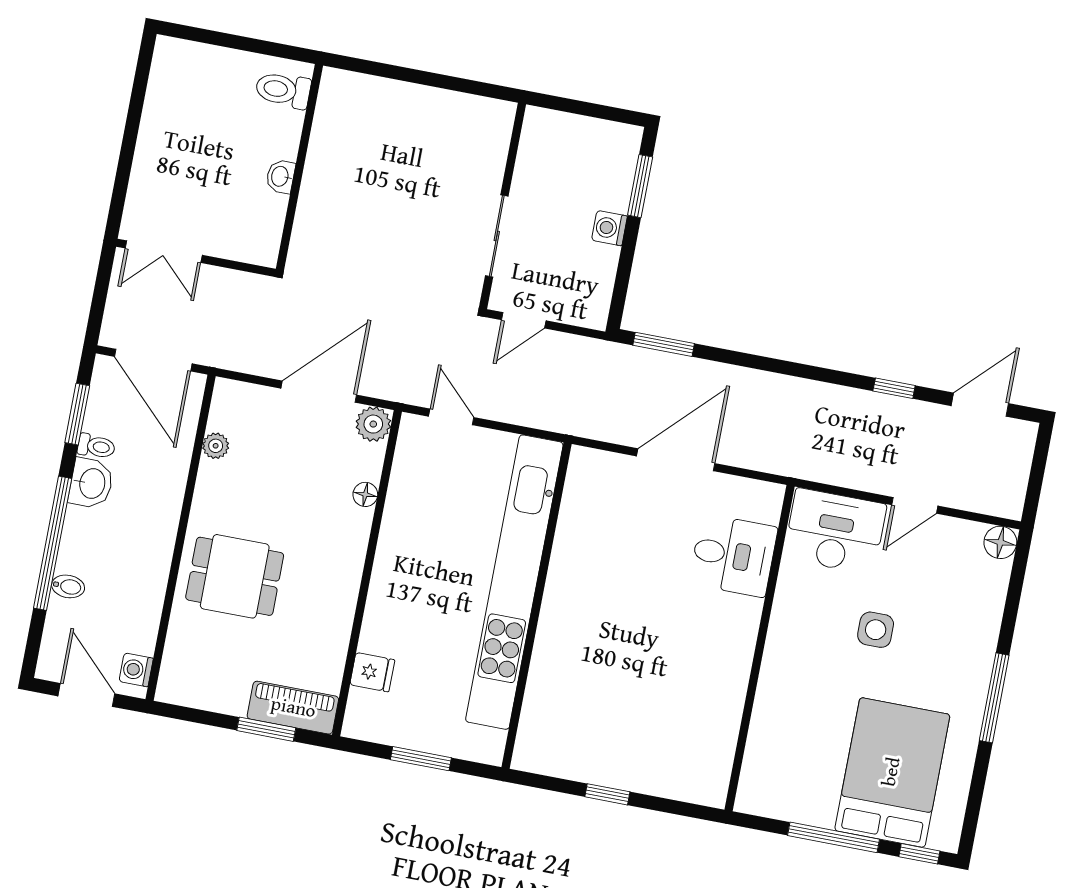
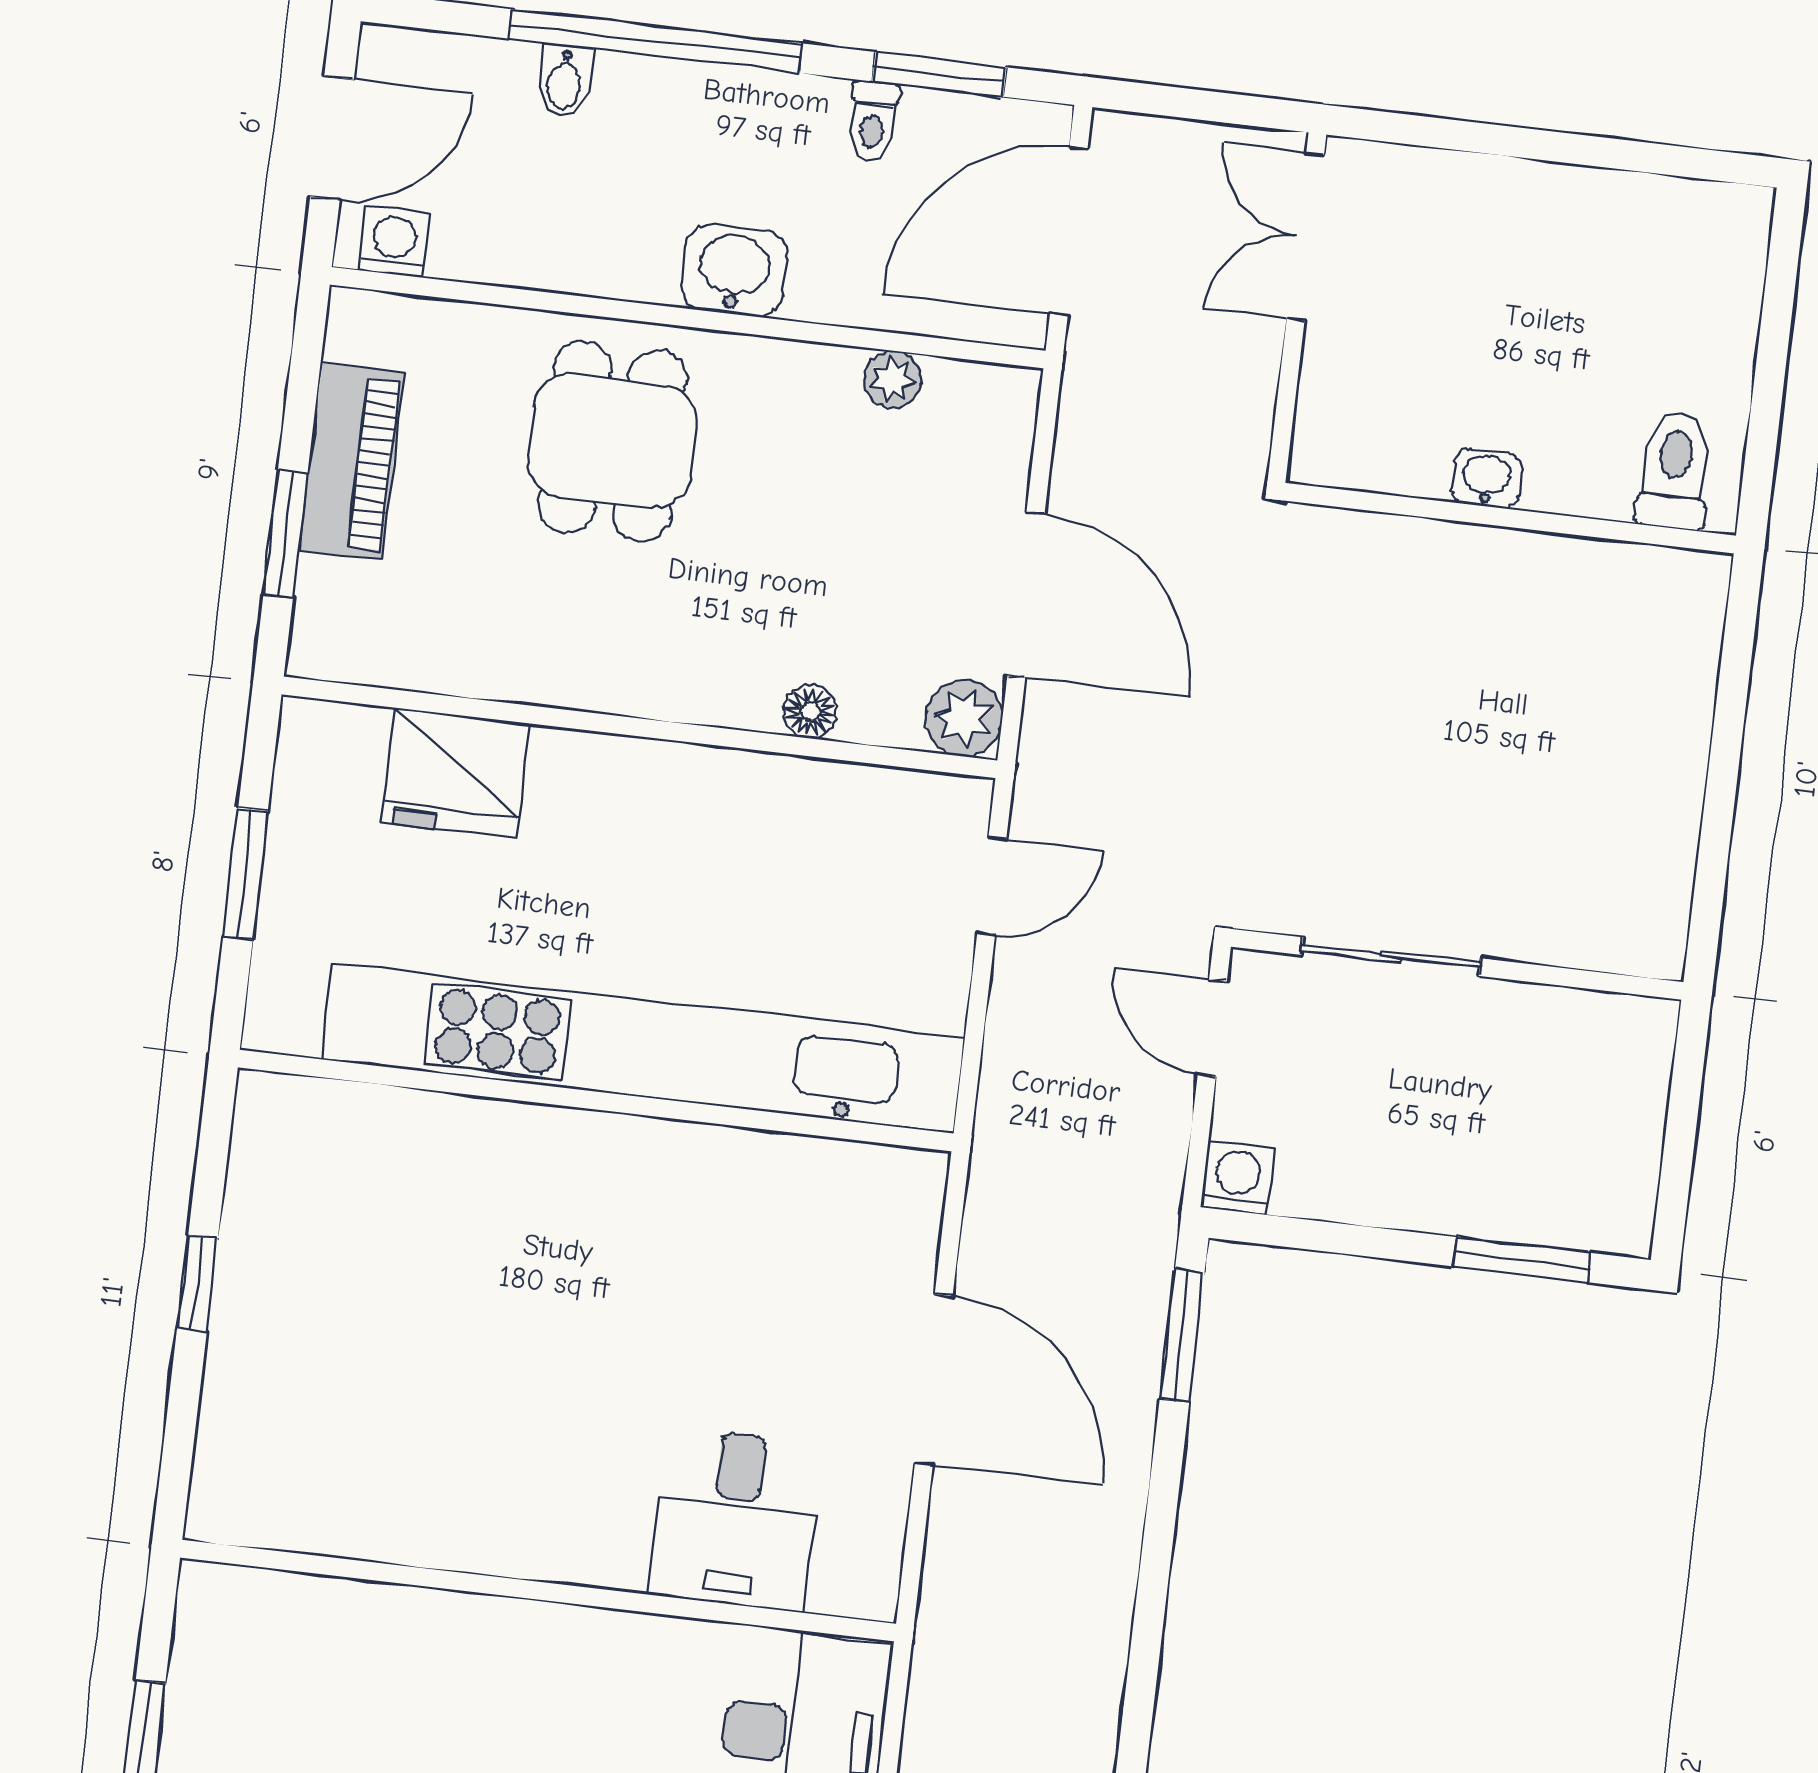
washing machine: (609, 228) -> (1237, 1178), moved
washbasin: (91, 483) -> (734, 271), moved, turned 180
fridge: (372, 672) -> (456, 773), width x1.88, depth x1.34
piano: (293, 708) -> (351, 462), moved

